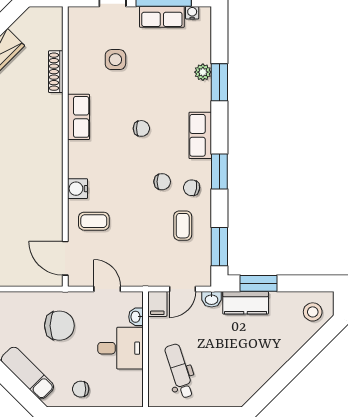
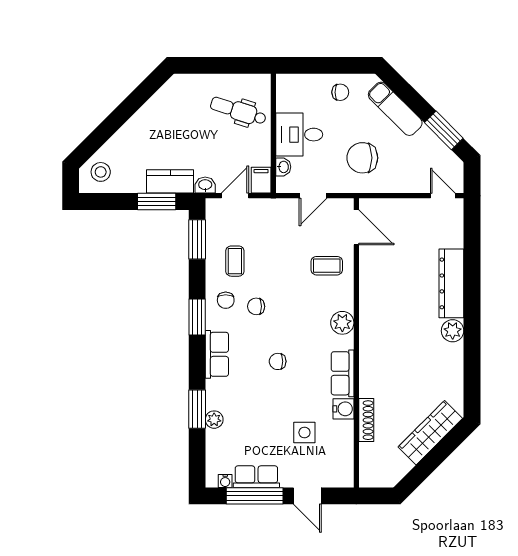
plant: (79, 166) -> (342, 323), added
chair: (192, 188) -> (226, 300), turned 81
water cooler: (78, 189) -> (344, 409), moved
door: (107, 289) -> (313, 196), hinge flipped
dental chair: (179, 371) -> (238, 111), turned 126

